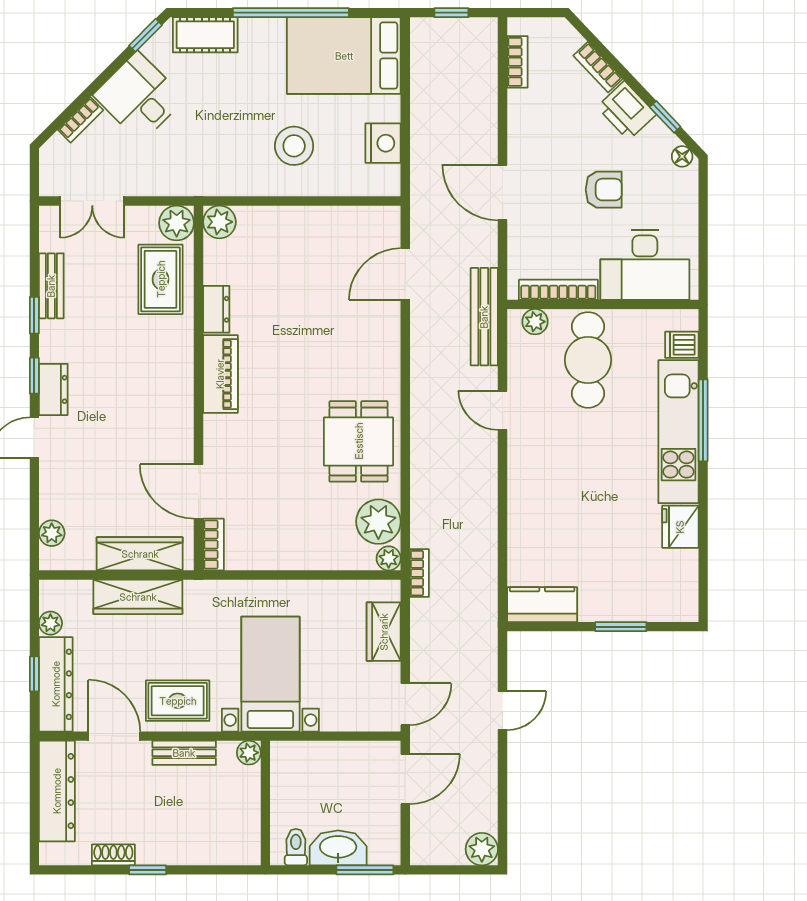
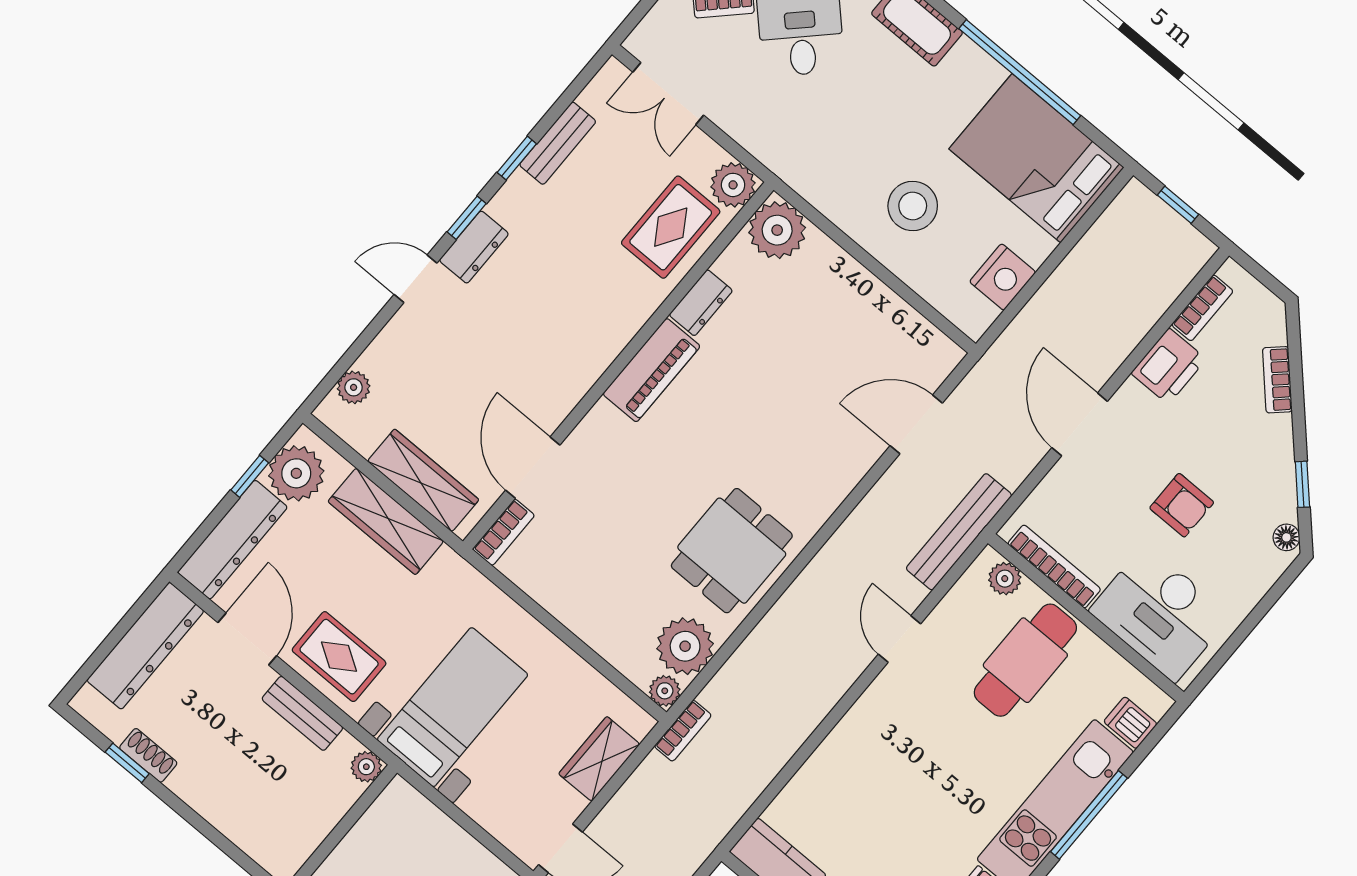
printer: (626, 111) -> (1169, 366), moved, turned -137
plant: (219, 222) -> (777, 230), width x1.36, depth x1.36
plant: (50, 623) -> (296, 473), width x1.88, depth x1.88
window: (34, 674) -> (250, 476), moved
window: (148, 870) -> (127, 763), moved

